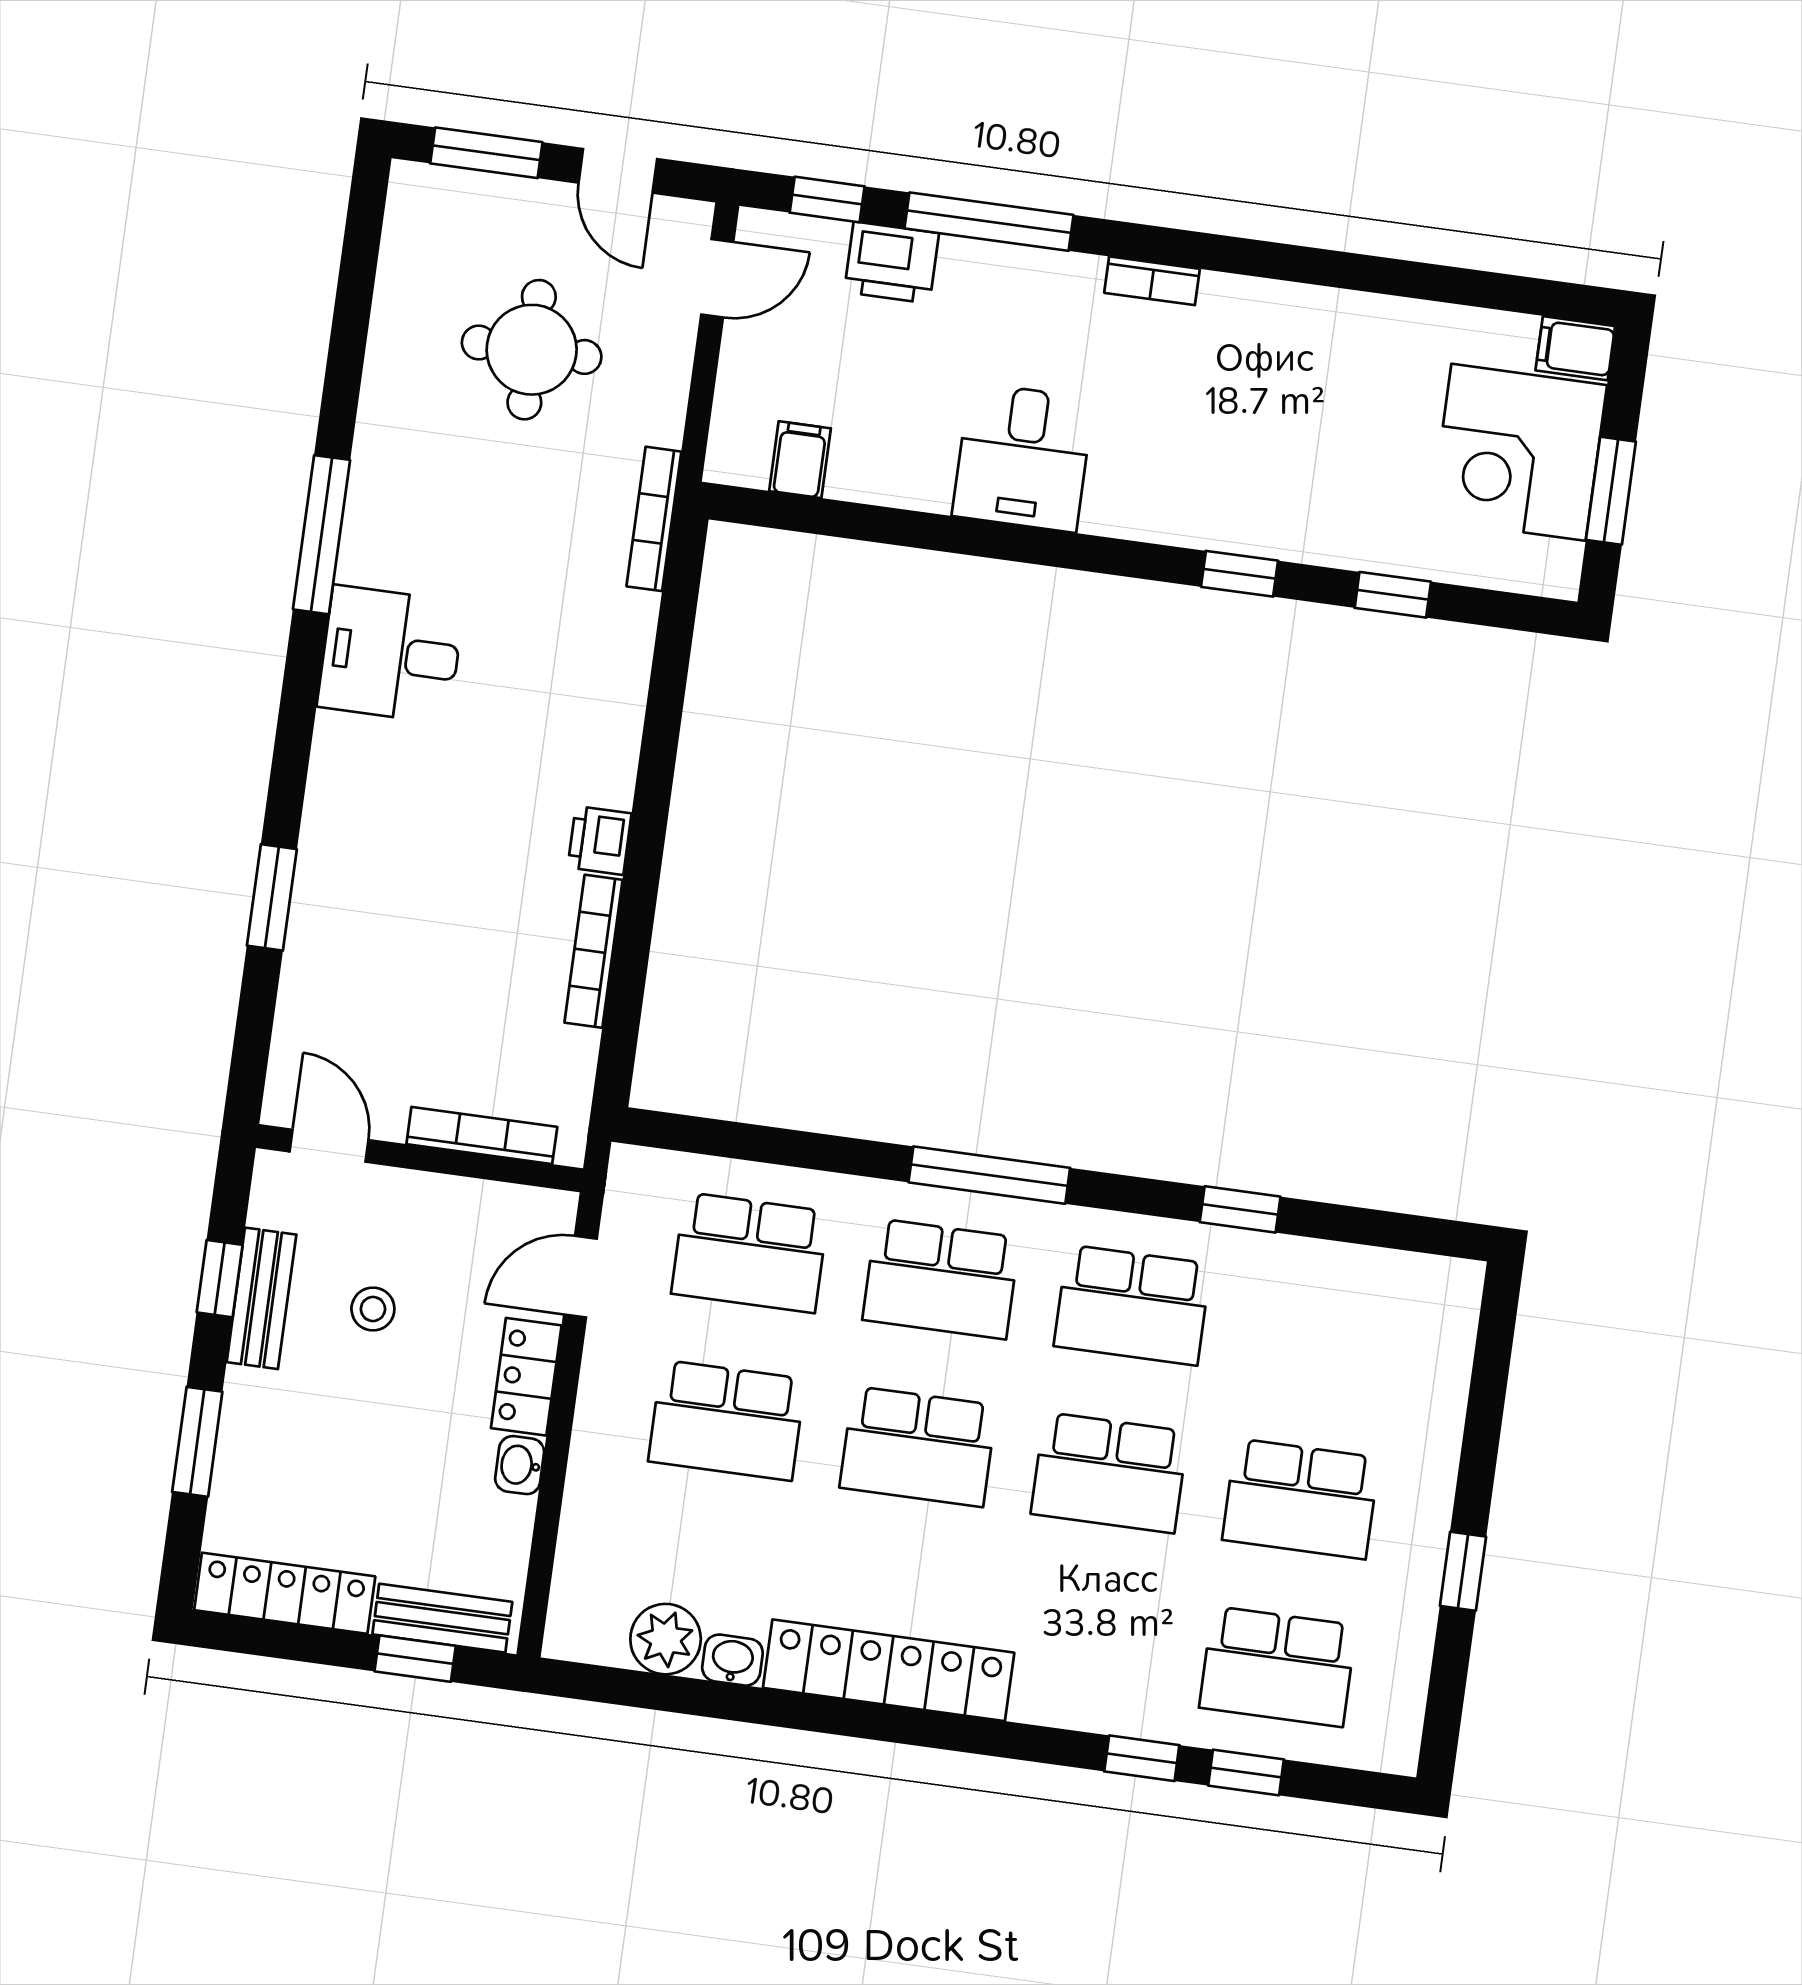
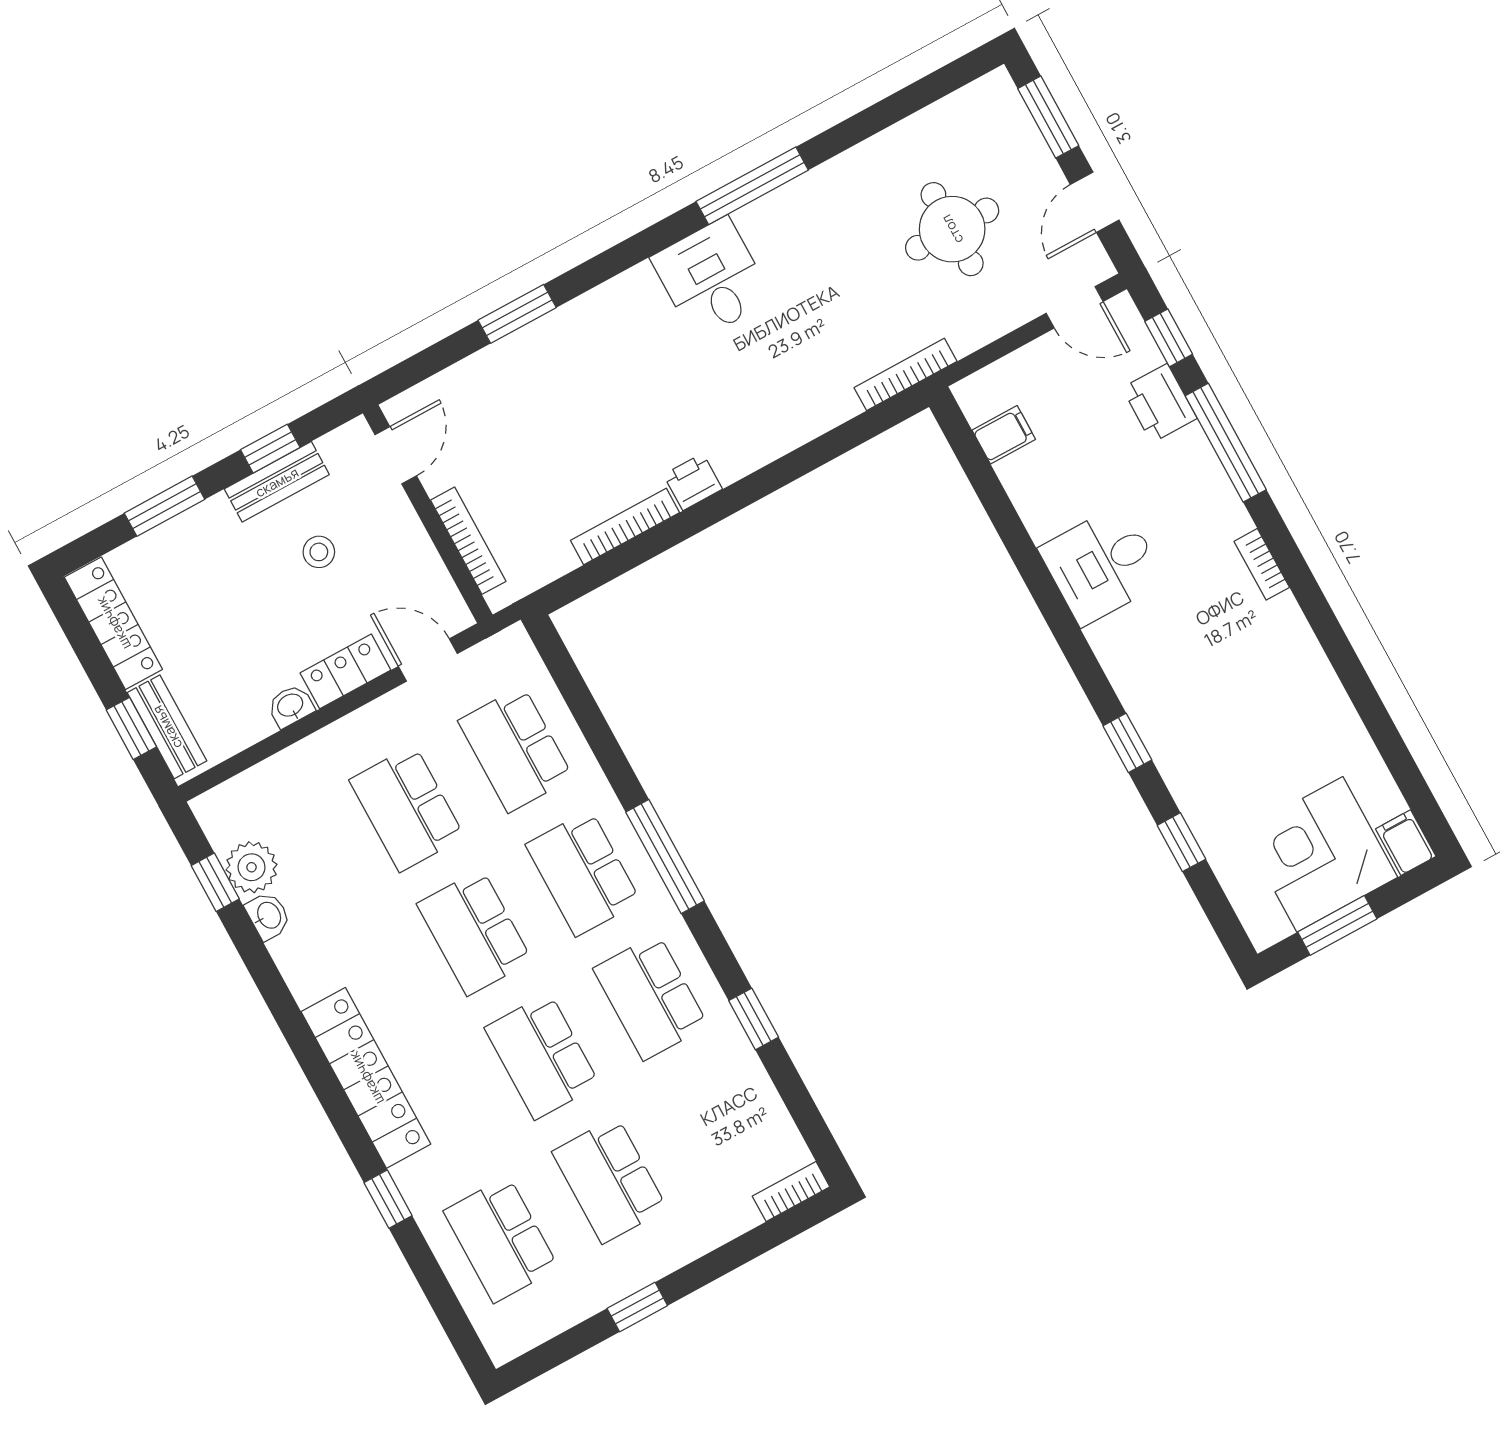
bookcase: (1461, 1308) -> (791, 1191), added
locker: (889, 1670) -> (366, 1078), moved
window: (1246, 1772) -> (215, 882), moved

